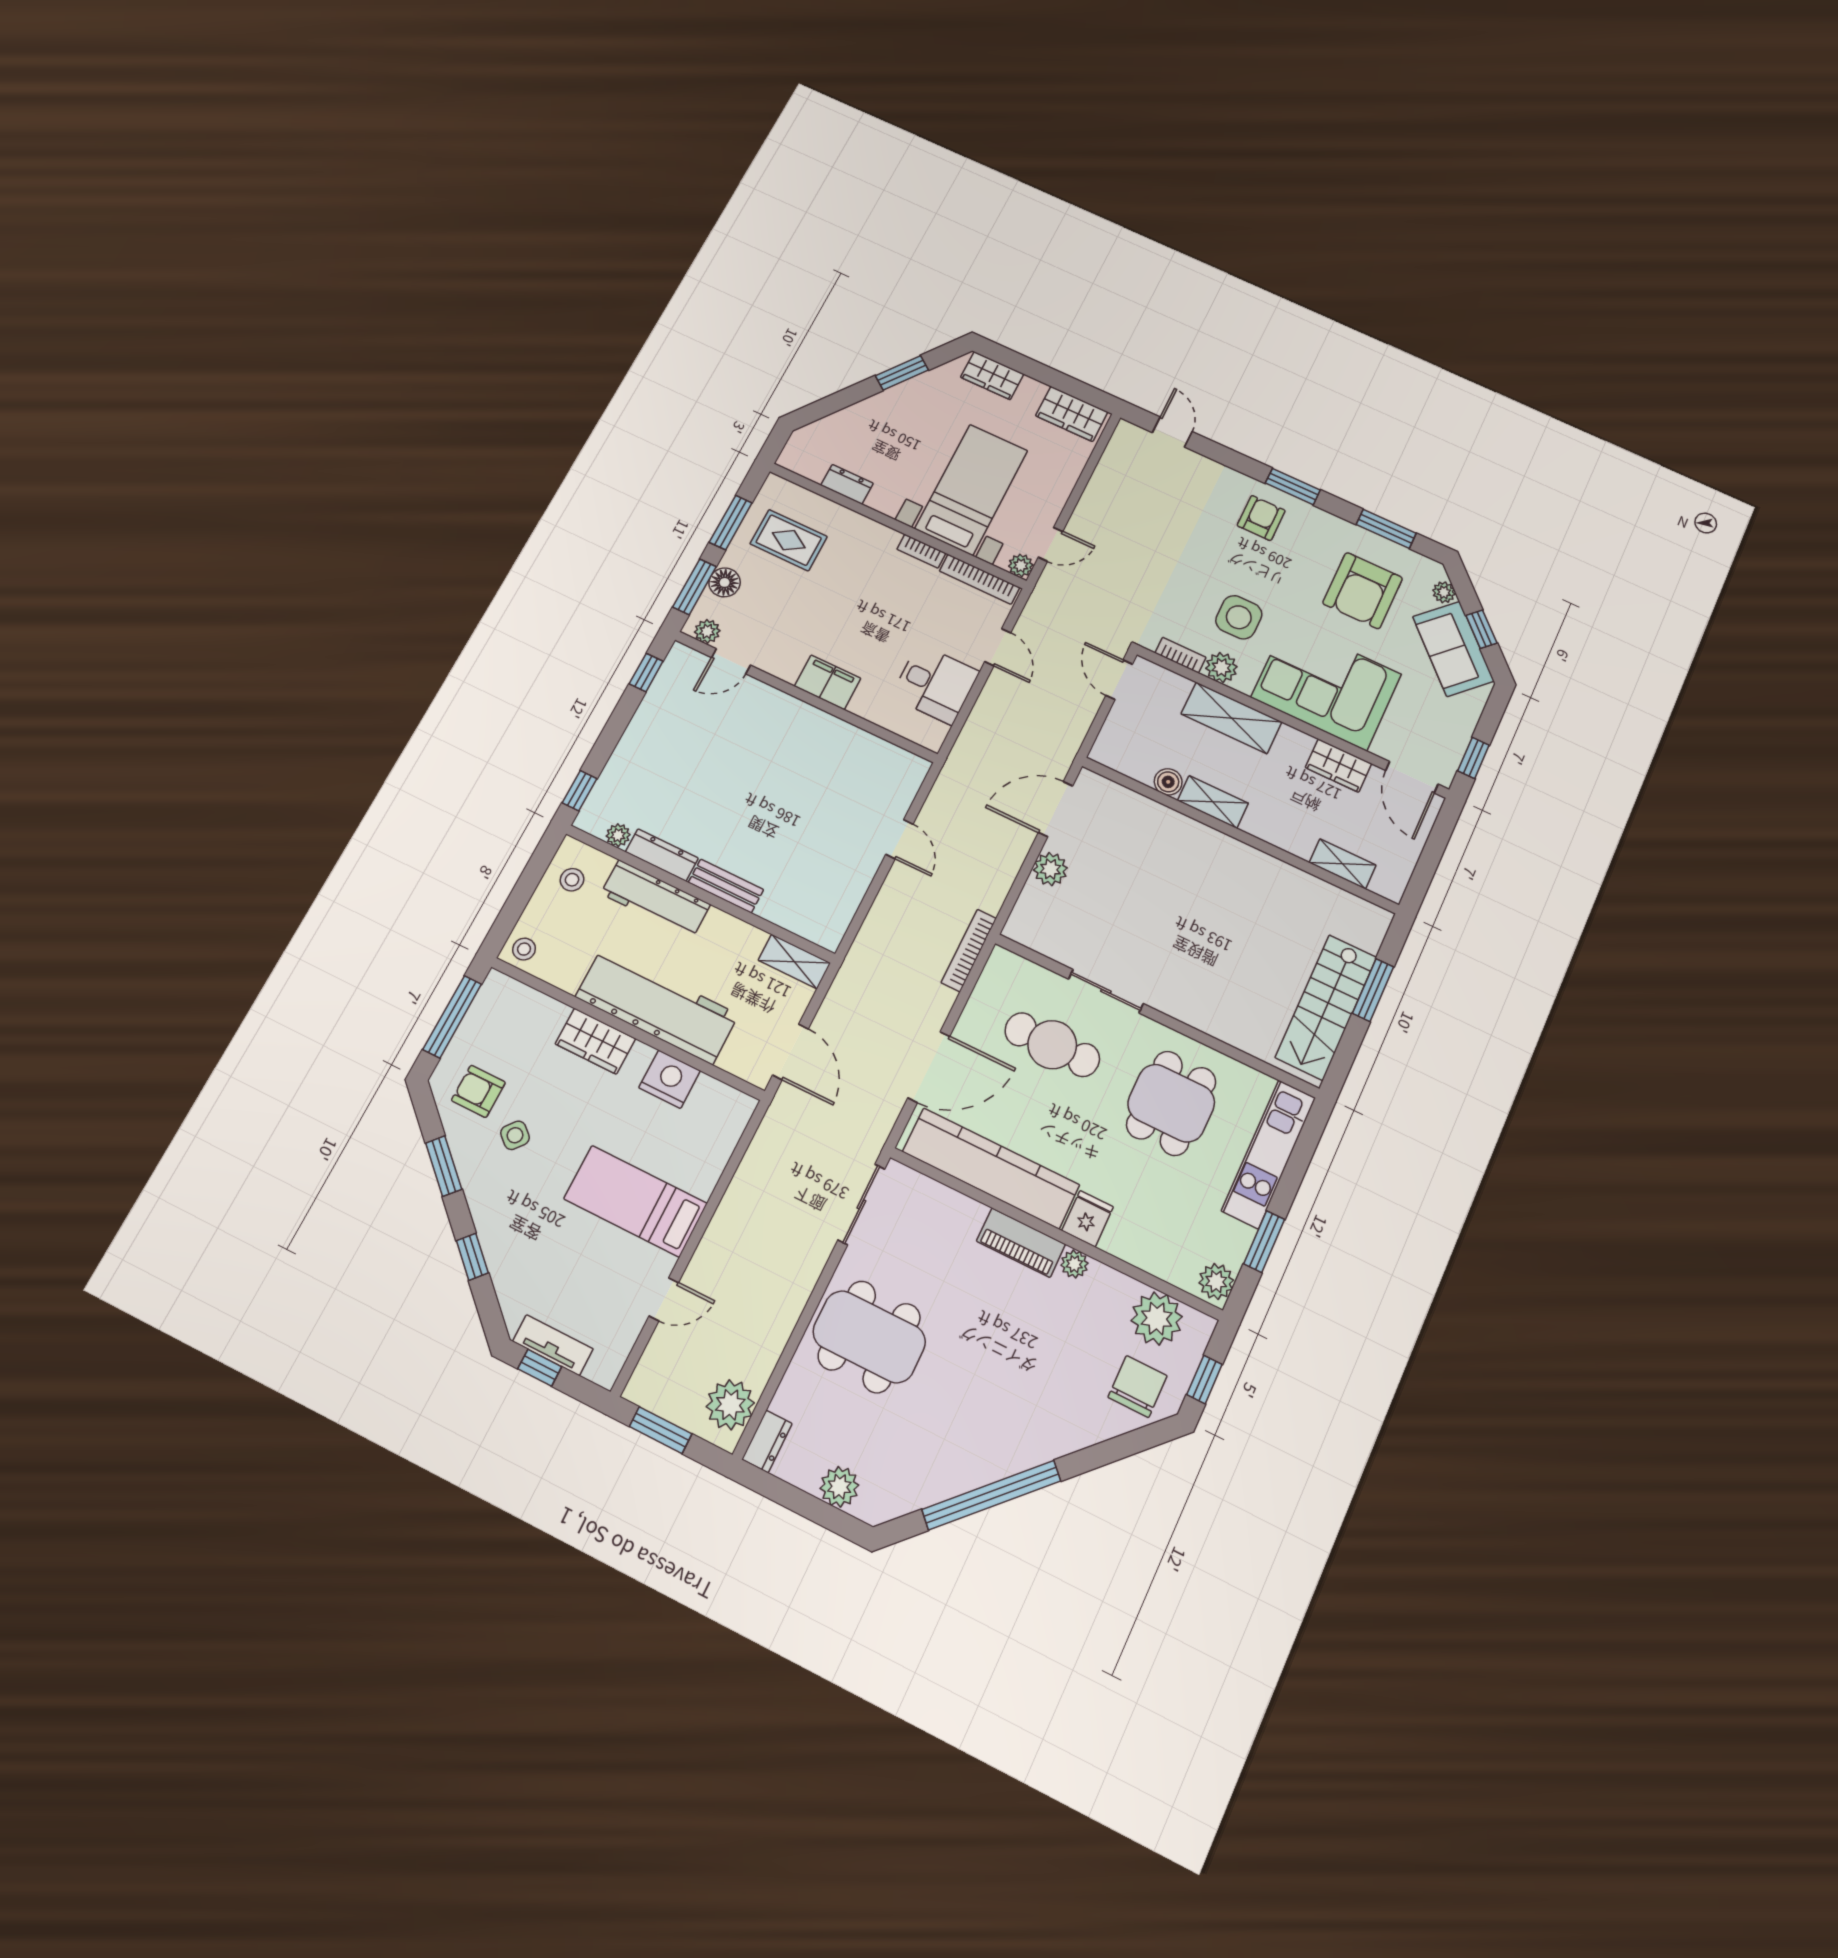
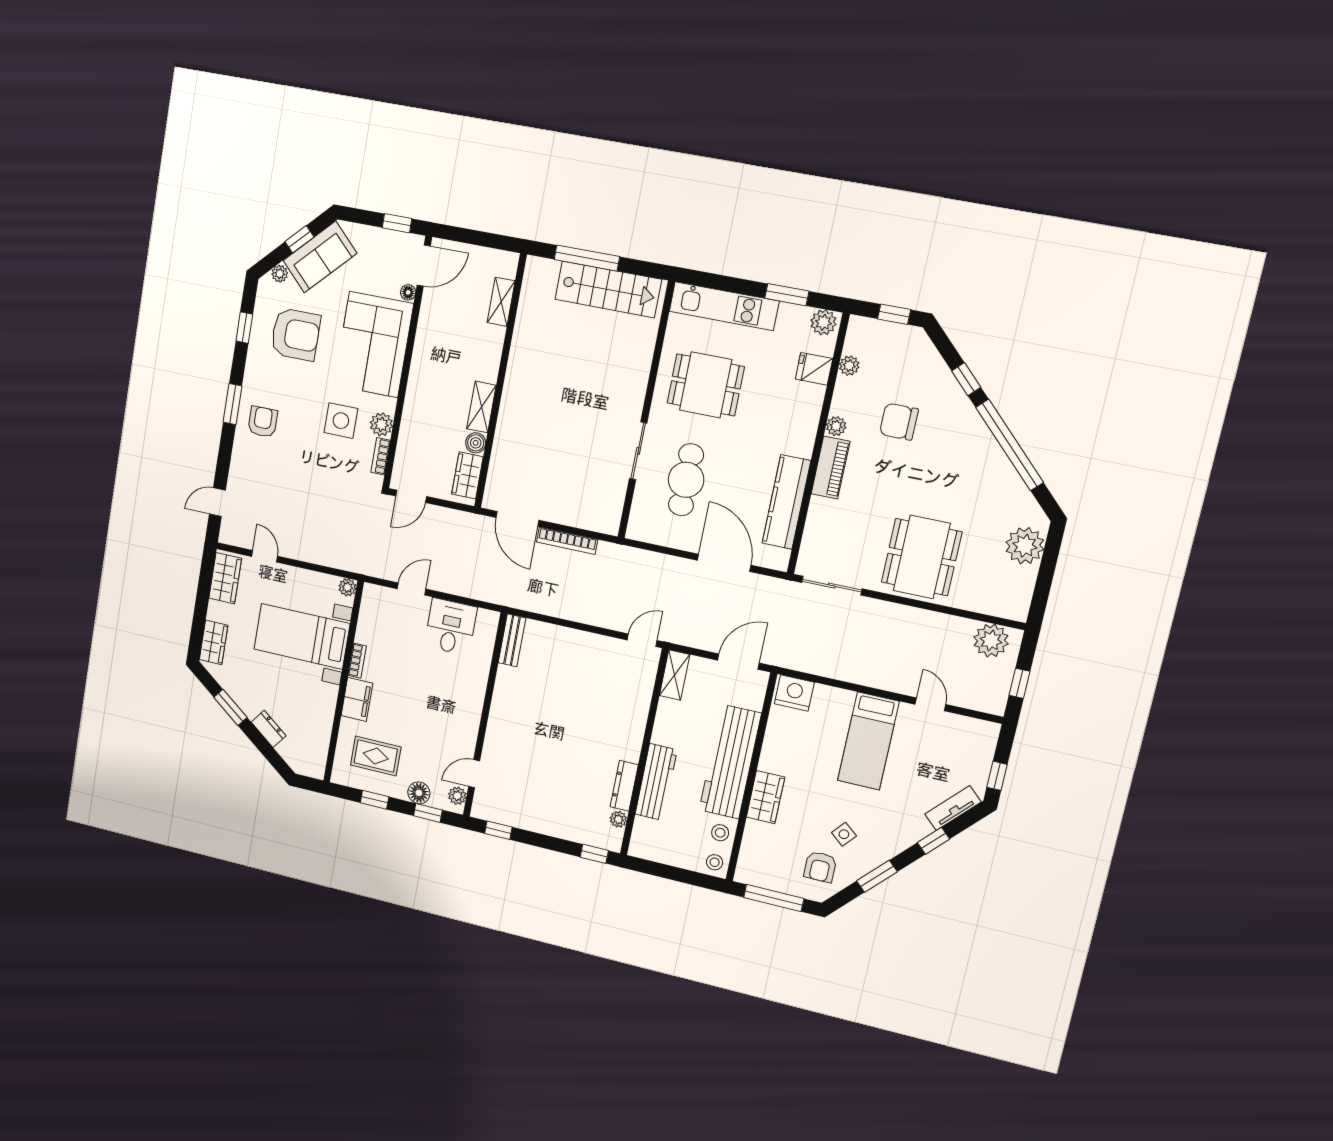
dresser: (847, 484) -> (269, 729), moved, turned 127
armchair: (1261, 518) -> (263, 422), turned 90
window: (731, 523) -> (375, 800), width x0.67
window: (1386, 529) -> (244, 328), width x0.67
rug: (789, 540) -> (376, 756), turned 90
door: (1050, 544) -> (265, 556), moved
bookcase: (980, 579) -> (366, 614), removed
window: (694, 587) -> (428, 813), width x0.67
door: (731, 661) -> (474, 774), swing flipped
filing cabinet: (828, 682) -> (357, 699), moved, turned 180
shelving: (1231, 718) -> (416, 408), removed
floor lamp: (1382, 748) -> (408, 292), added
wardrobe: (1338, 766) -> (467, 475), moved, turned 180
door: (899, 839) -> (642, 640), moved
plant: (1050, 869) -> (561, 512), removed
stool: (572, 880) -> (720, 833), moved
bench: (726, 886) -> (512, 640), moved
bookcase: (969, 950) -> (567, 541), moved
window: (1373, 990) -> (587, 258), width x1.44
nightstand: (670, 1079) -> (794, 693), moved, turned 90
kitchen counter: (991, 1168) -> (786, 502), width x0.72, depth x0.86
fridge: (1088, 1219) -> (814, 369), moved
plant: (1157, 1319) -> (849, 366), width x0.53, depth x0.53
tv unit: (553, 1345) -> (953, 808), moved, turned 43
chair: (1138, 1387) -> (899, 422), moved
window: (661, 1430) -> (1019, 683), width x0.67
dresser: (767, 1441) -> (1010, 609), removed
window: (1095, 1457) -> (966, 379), added
plant: (839, 1487) -> (1025, 546), width x1.36, depth x1.36

